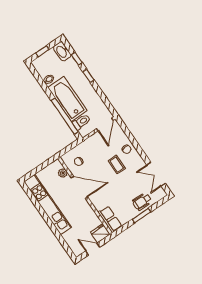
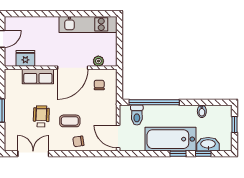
washbasin: (62, 51) -> (208, 144), moved
bathtub: (67, 99) -> (170, 139), moved, turned 180
wheelchair: (142, 202) -> (41, 116), moved
kitchen unit: (48, 204) -> (88, 24), width x0.73
row of seats: (110, 219) -> (38, 77), moved
fridge: (100, 233) -> (25, 58), moved, turned -90

